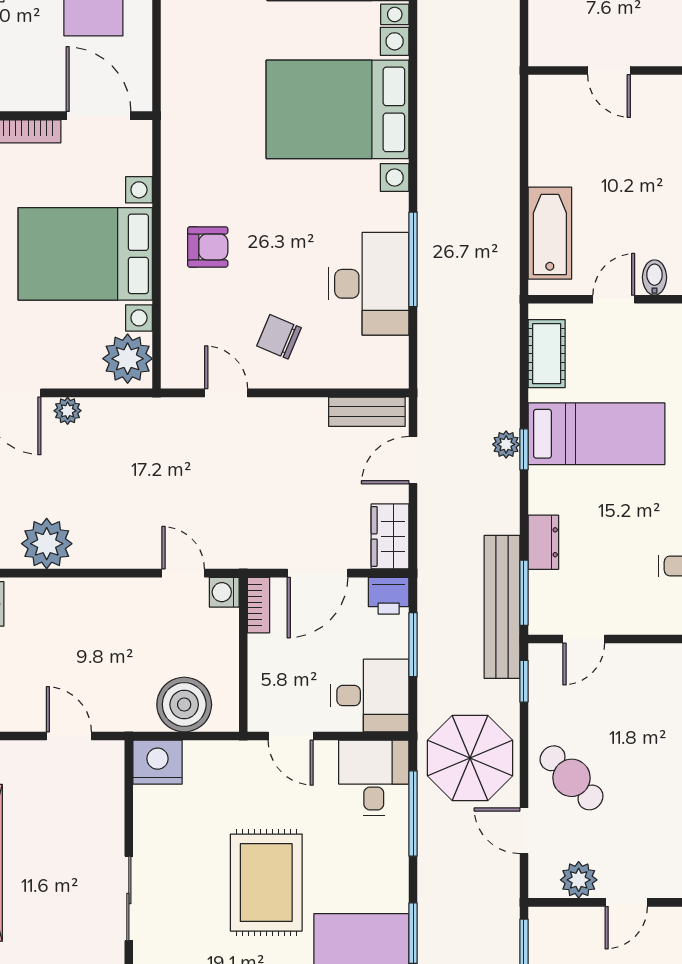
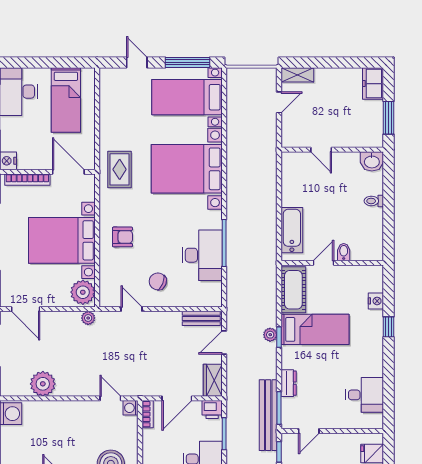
rug: (202, 111) -> (120, 169), added
cot: (547, 354) -> (293, 290), width x1.37, depth x1.34
plant: (68, 411) -> (88, 318), moved

